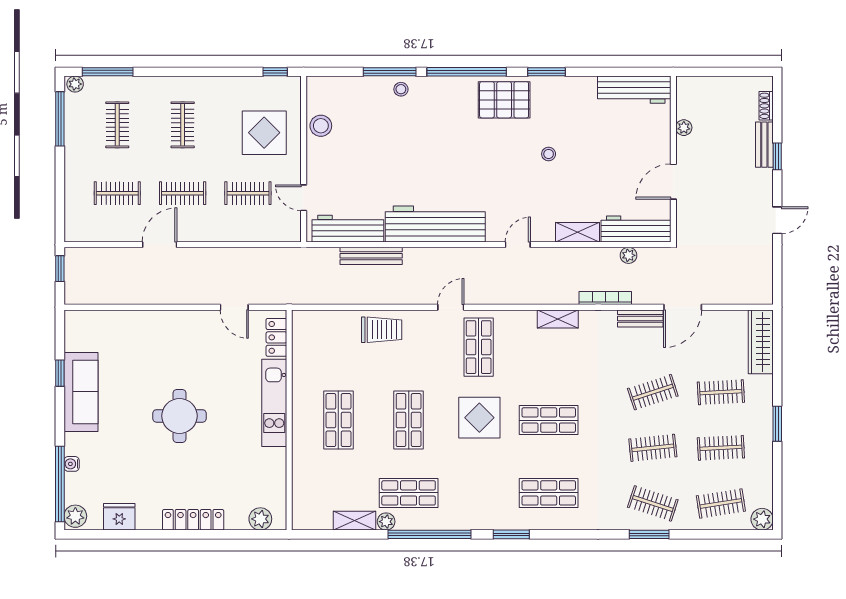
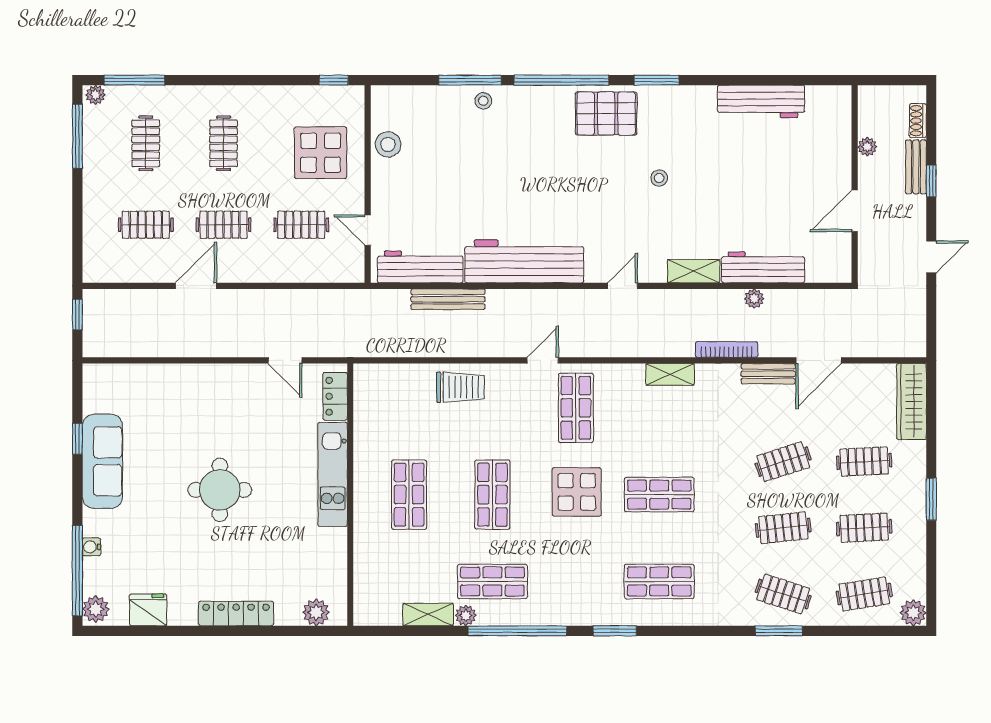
plant: (684, 128) -> (867, 147), moved
wall: (673, 159) -> (855, 184), moved
door: (673, 182) -> (855, 211), moved

